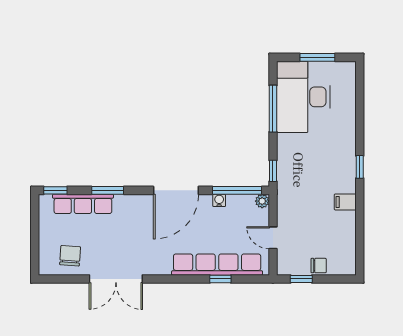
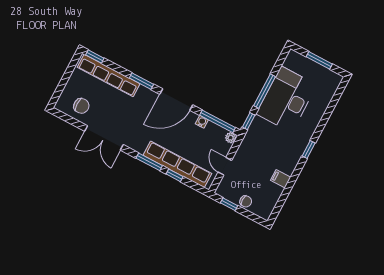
desk: (303, 97) -> (287, 99), moved
window: (273, 109) -> (265, 91), moved
window: (108, 190) -> (141, 81), moved
filing cabinet: (345, 202) -> (281, 179), moved
row of seats: (83, 204) -> (109, 75), width x1.36
chair: (70, 256) -> (81, 106), turned 86
window: (183, 279) -> (149, 162), added

